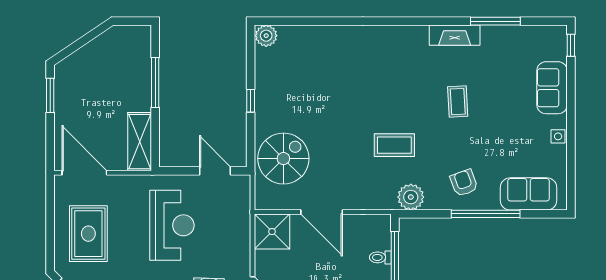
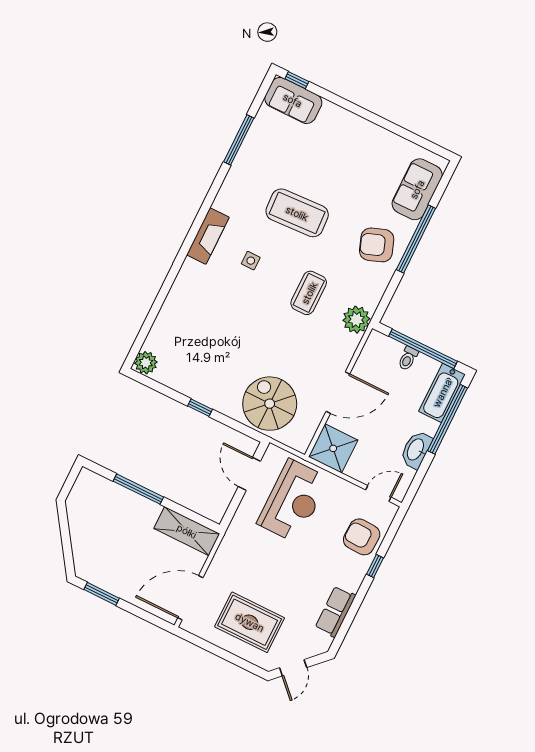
fireplace: (455, 35) -> (208, 236), moved
sofa: (552, 88) -> (293, 100), moved
coffee table: (458, 102) -> (297, 213), width x1.86, depth x1.72
side table: (558, 136) -> (251, 261), moved
door: (215, 171) -> (249, 474), hinge flipped
armchair: (464, 183) -> (377, 245), width x1.38, depth x1.38
plant: (411, 197) -> (356, 320), moved
reception desk: (172, 225) -> (293, 501), moved, turned 90

